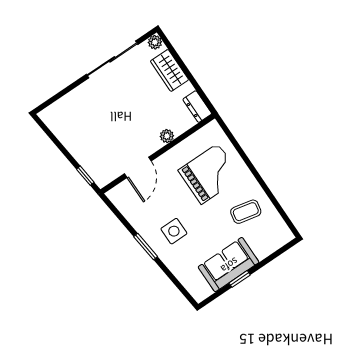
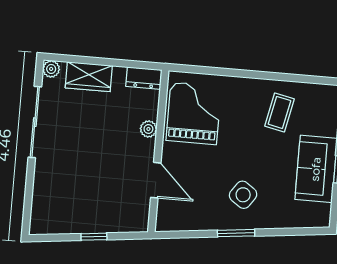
grand piano: (210, 174) -> (194, 113), moved
window: (85, 176) -> (94, 237), moved
side table: (174, 231) -> (243, 195), turned 35

